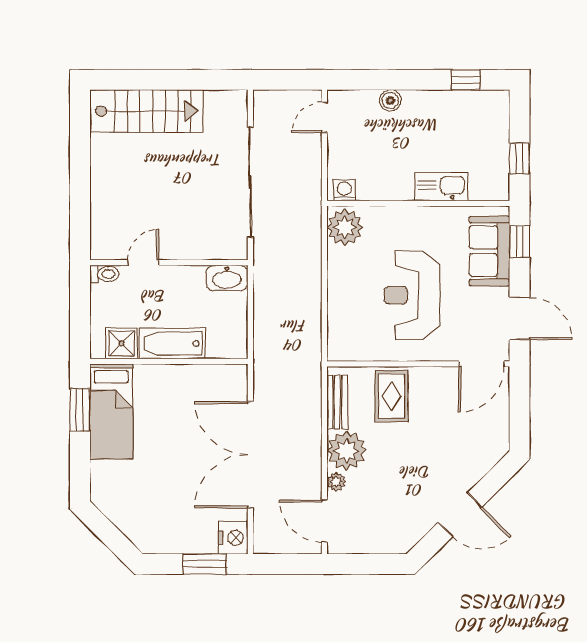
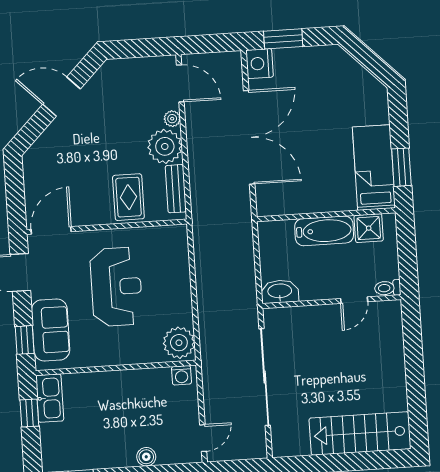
kitchen sink: (441, 187) -> (50, 398), moved, turned -90

